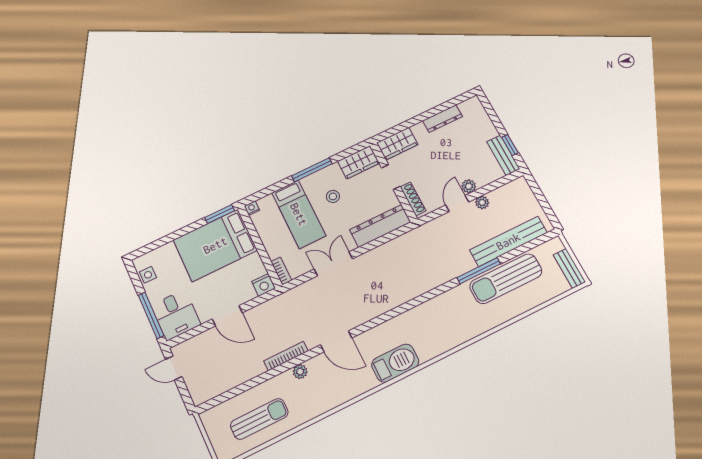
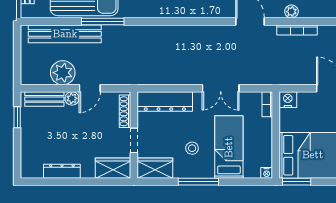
bench: (503, 155) -> (44, 99), moved, turned 90
plant: (482, 202) -> (63, 73), width x1.88, depth x1.88

